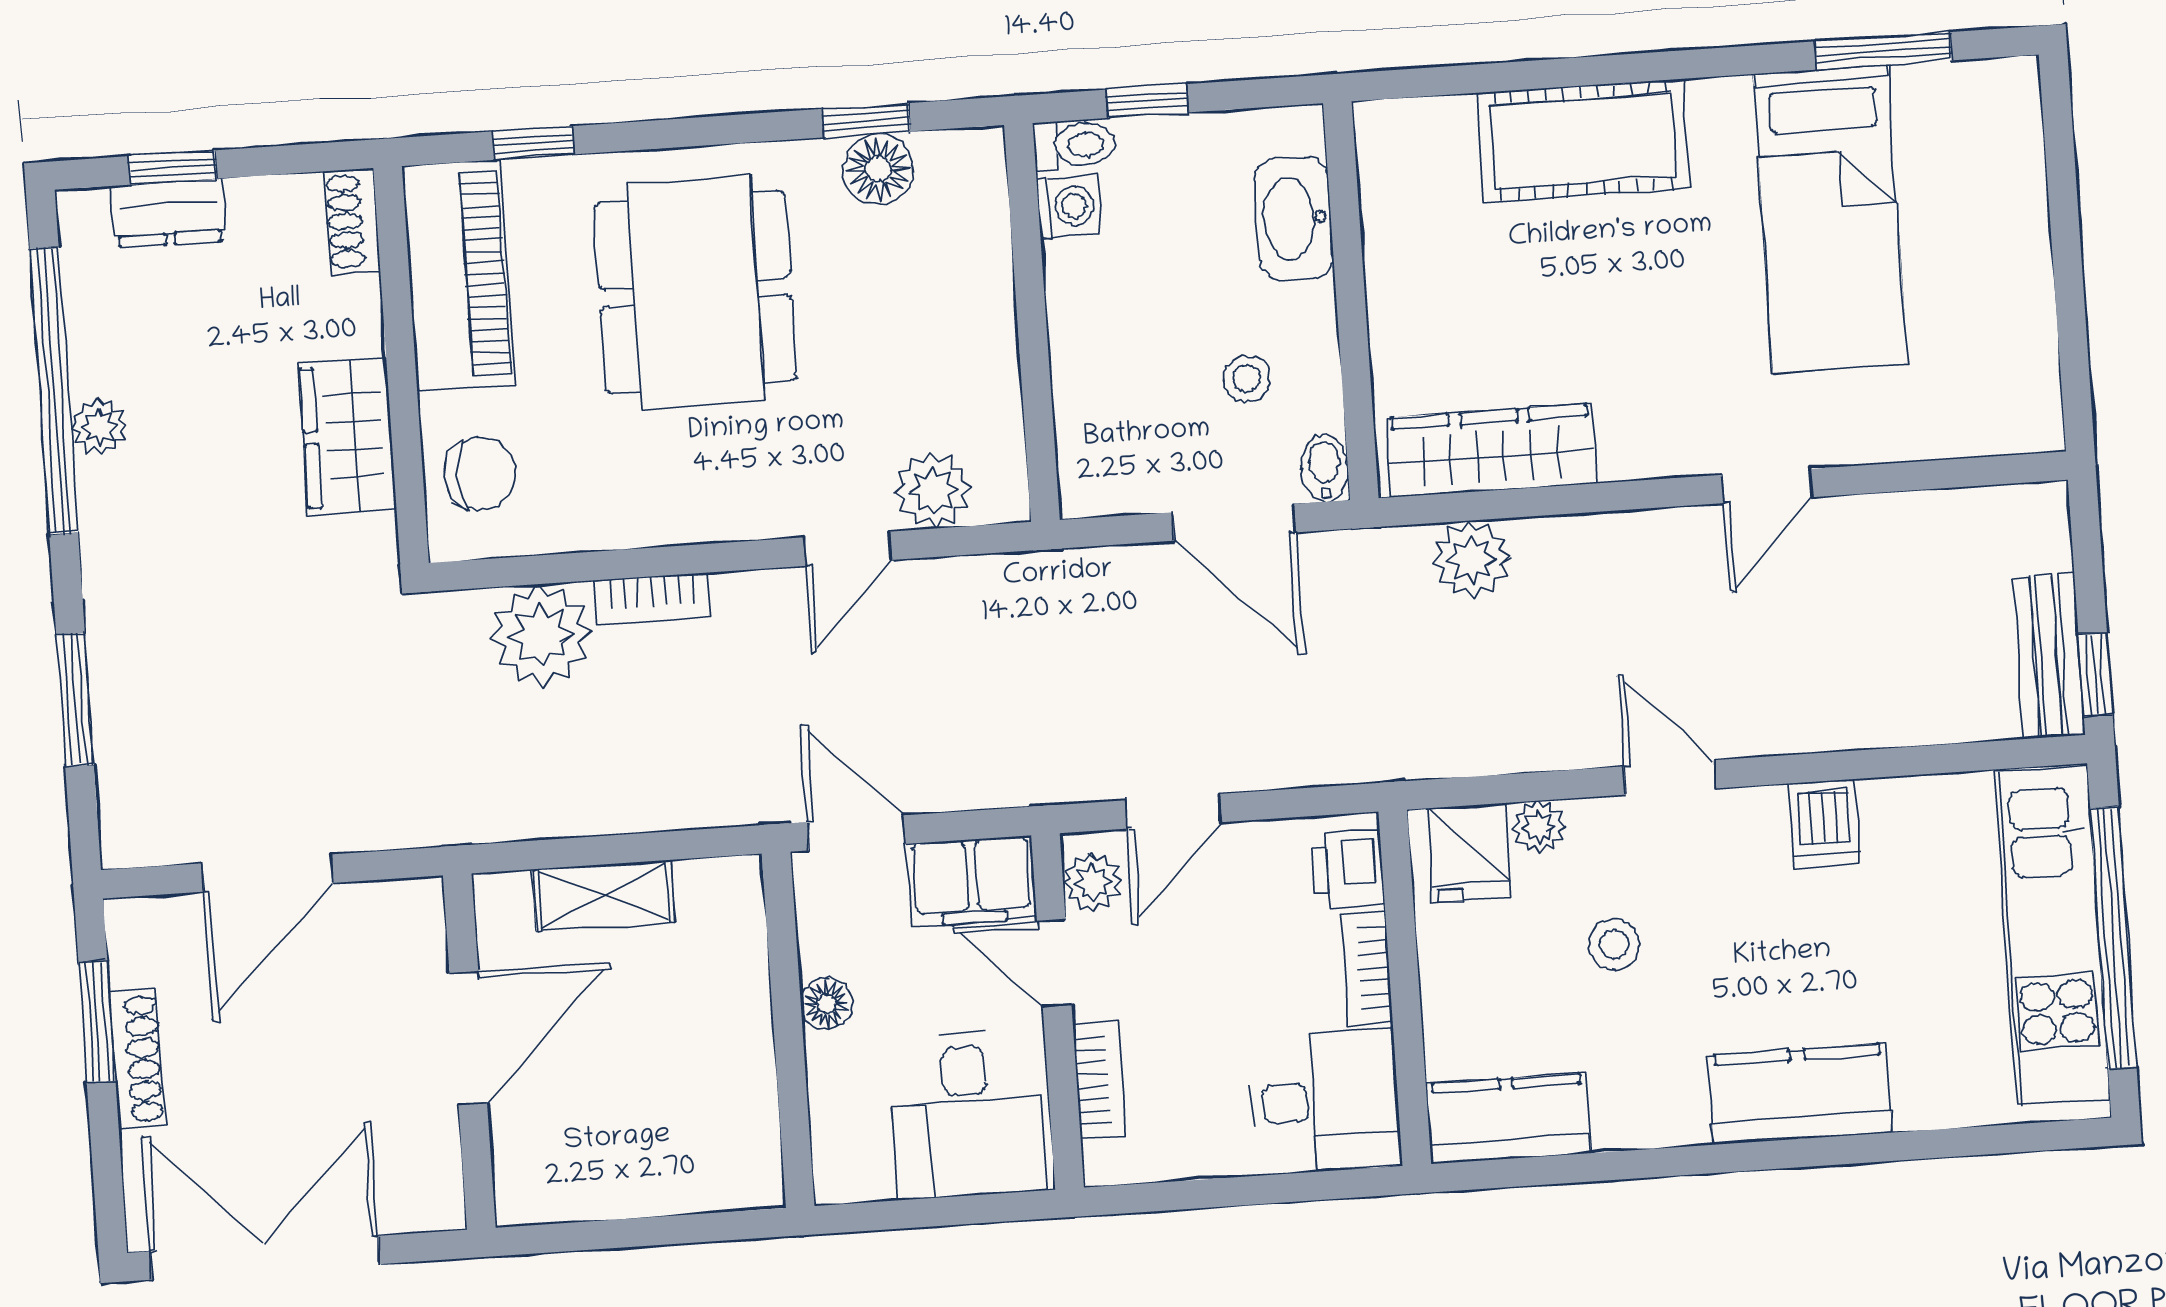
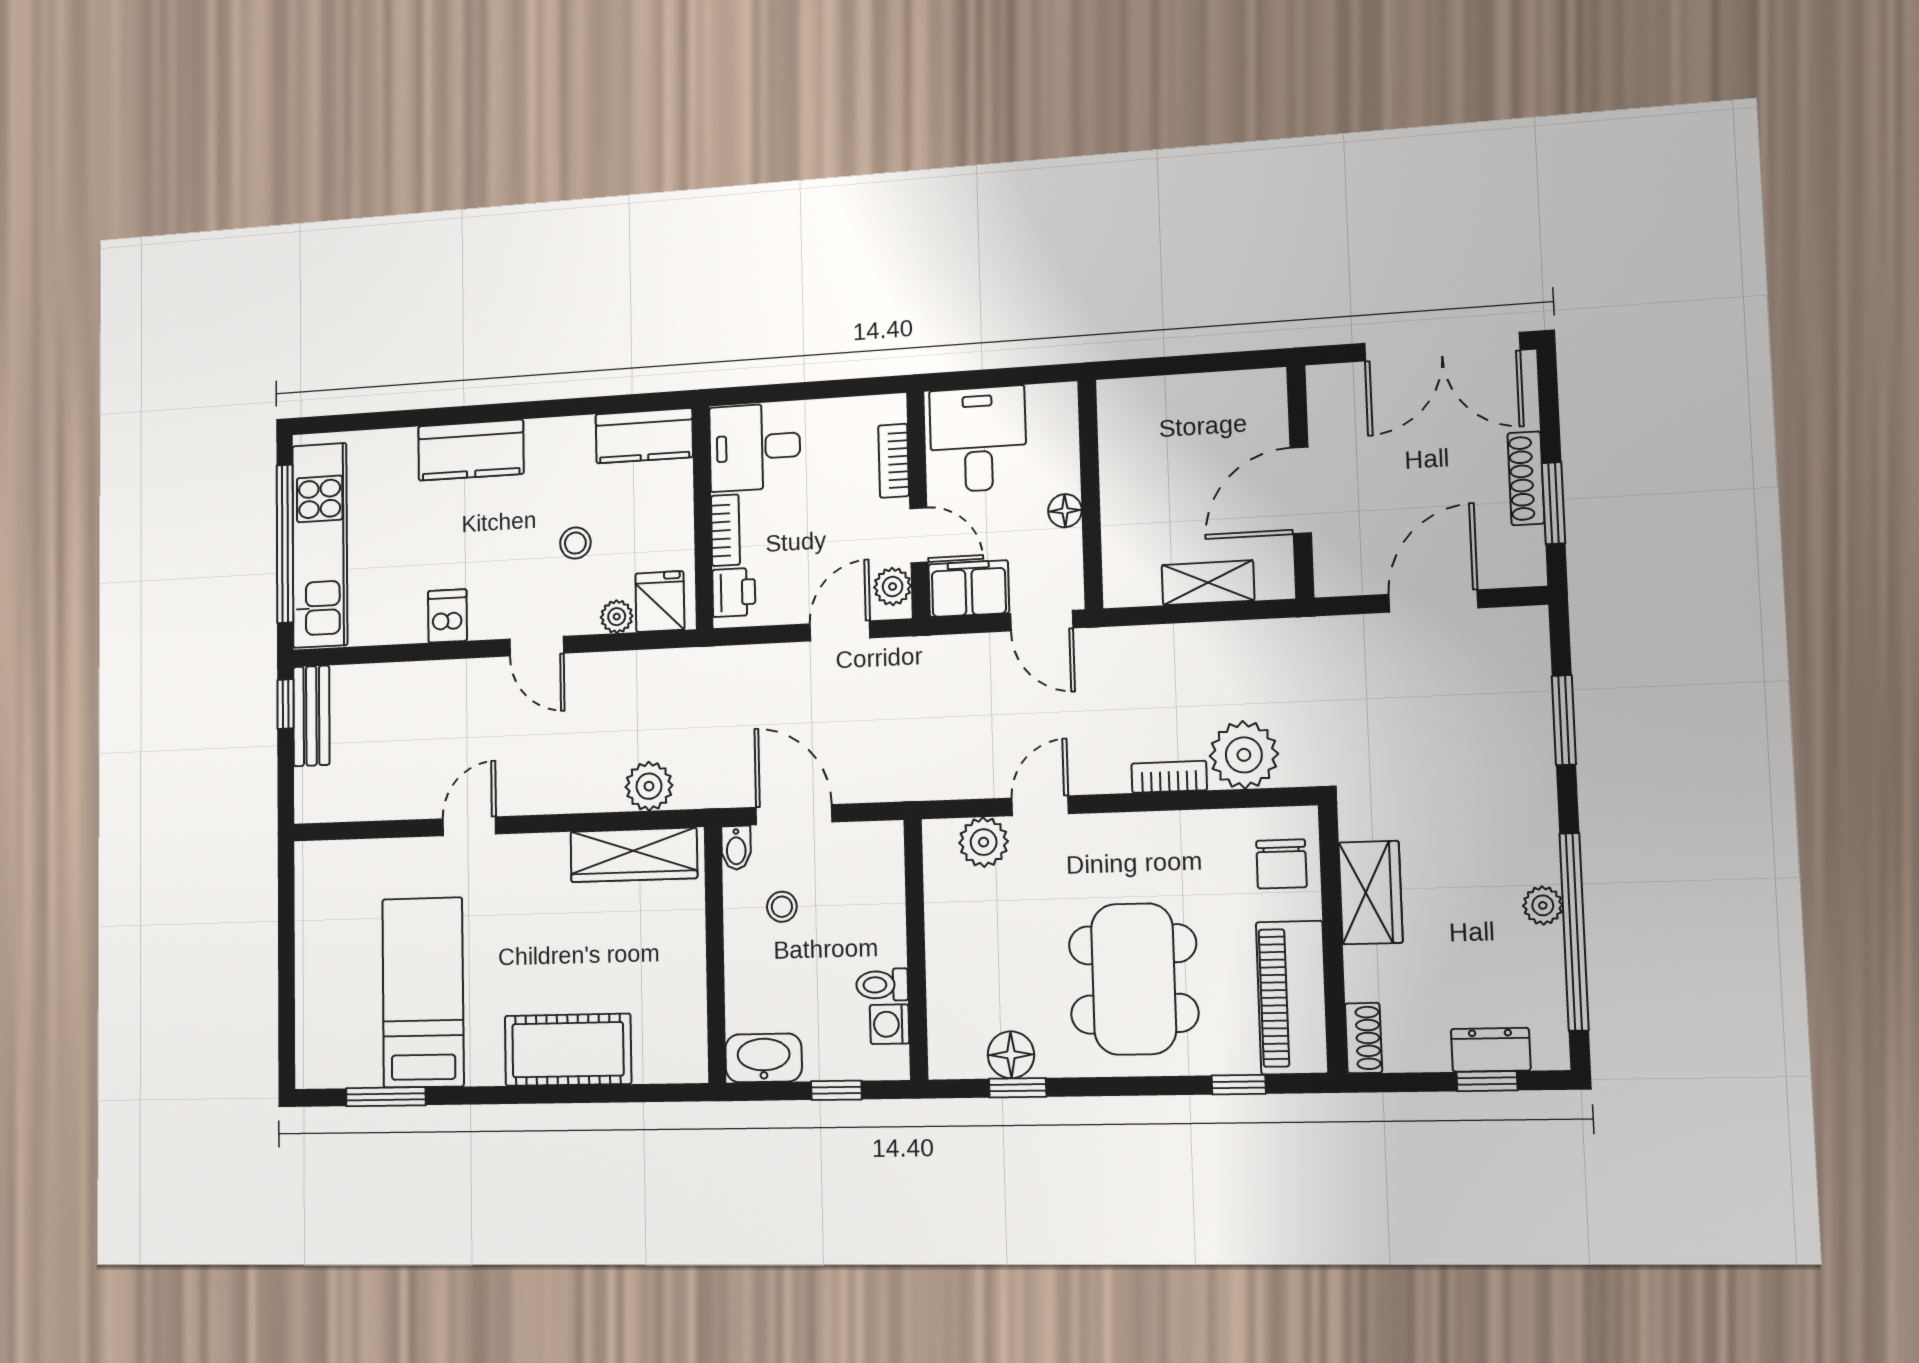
toilet: (1074, 145) -> (882, 985), moved
washbasin: (1294, 218) -> (764, 1058), moved, turned -90
chair: (480, 473) -> (1281, 864), turned -90

